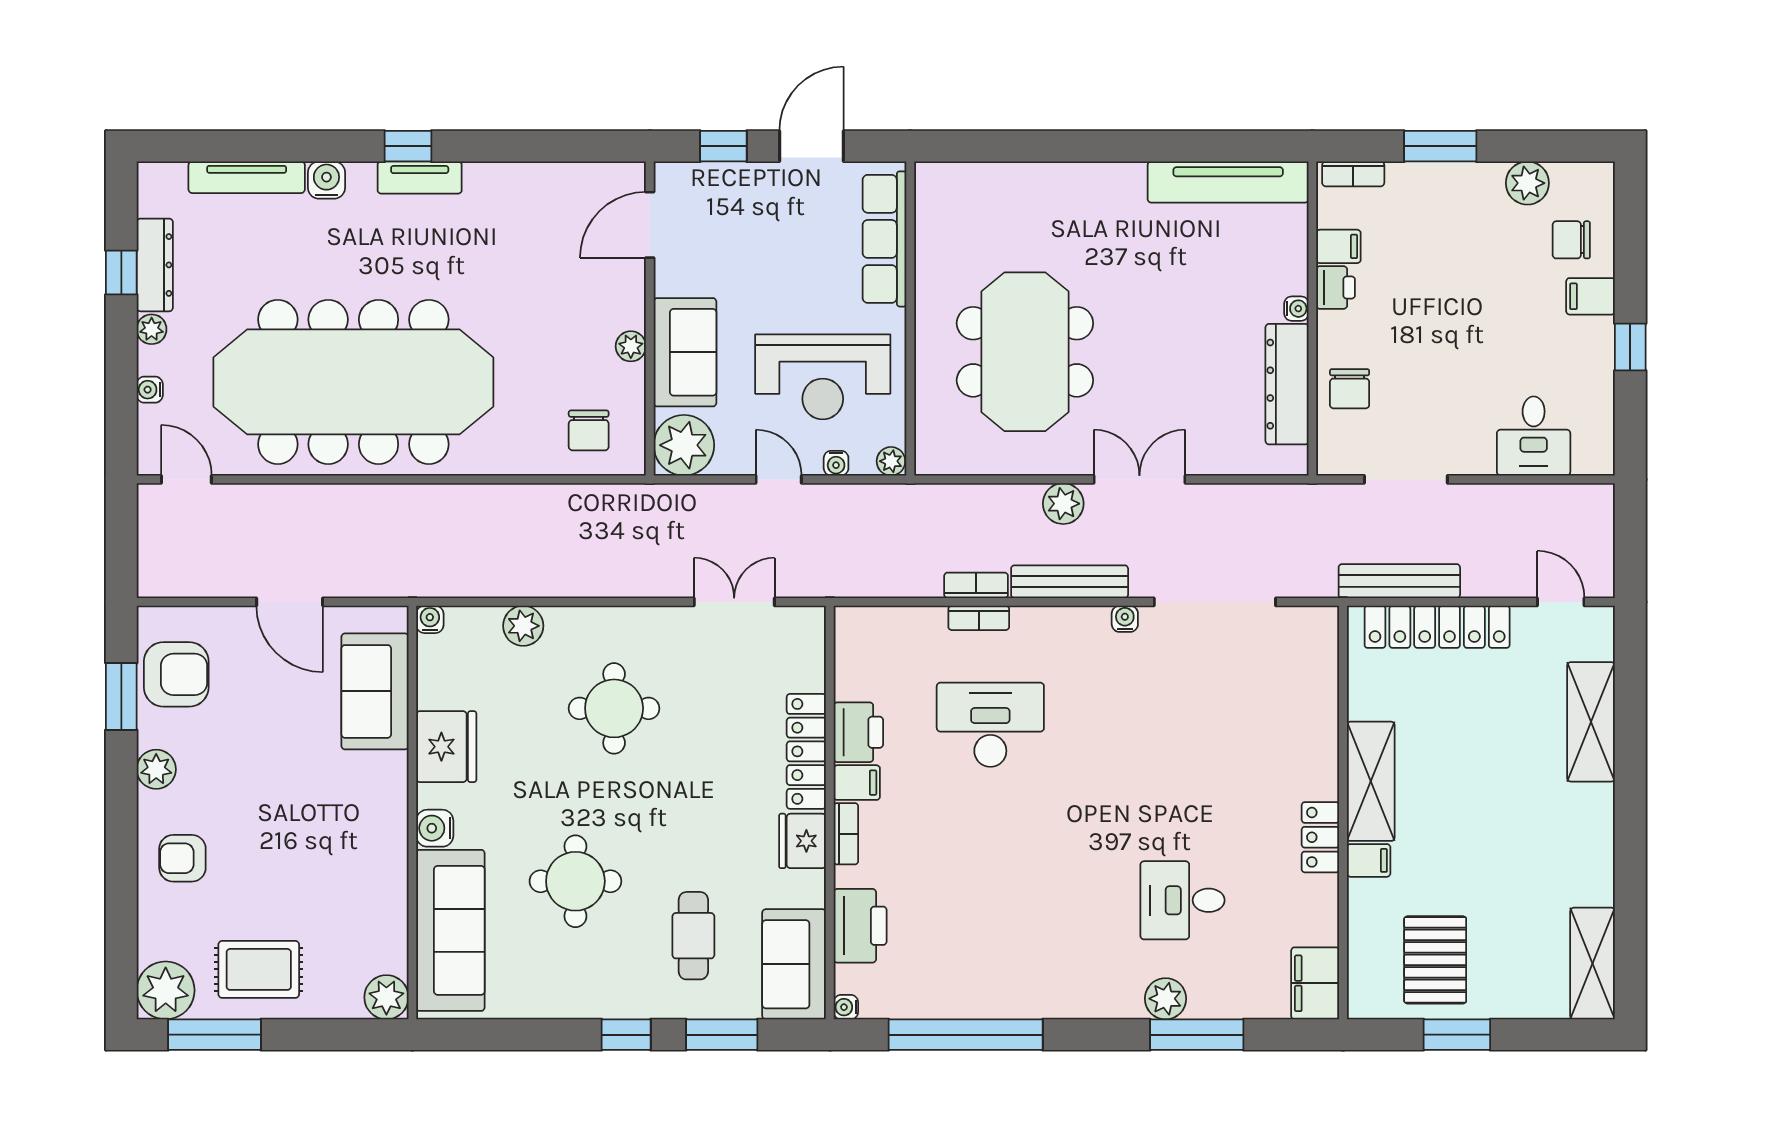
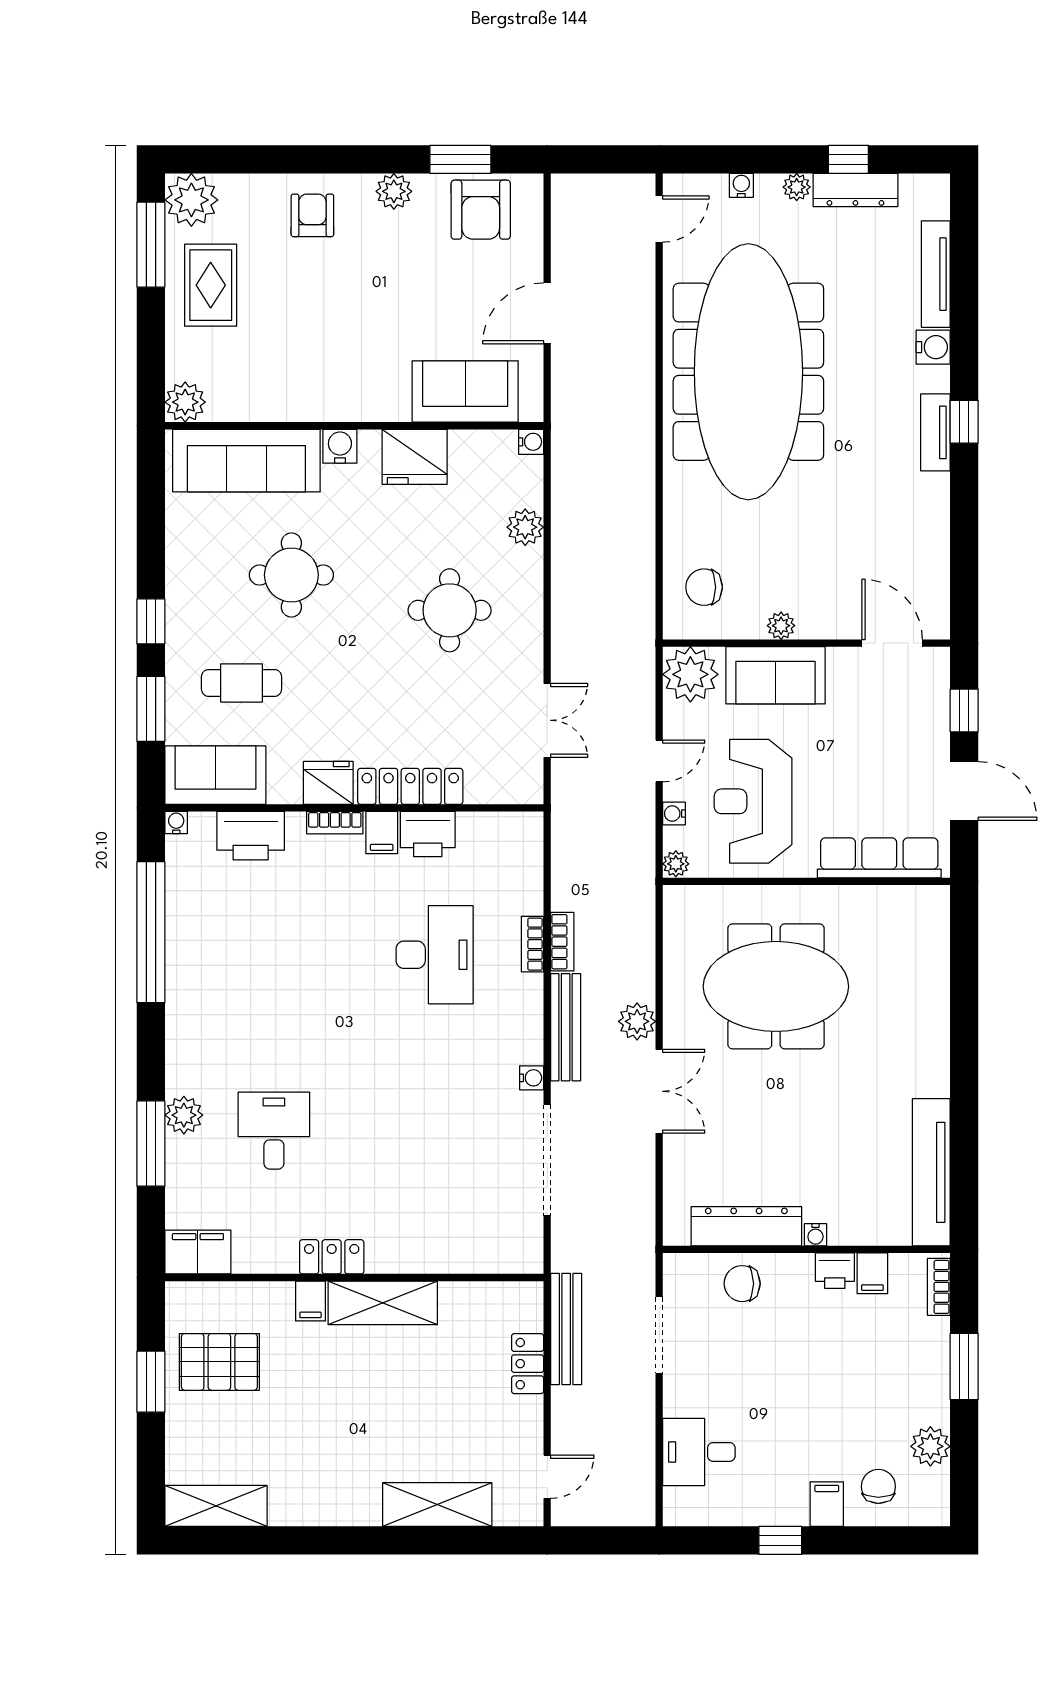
locker: (1437, 627) -> (528, 1364), width x0.46, depth x0.83

